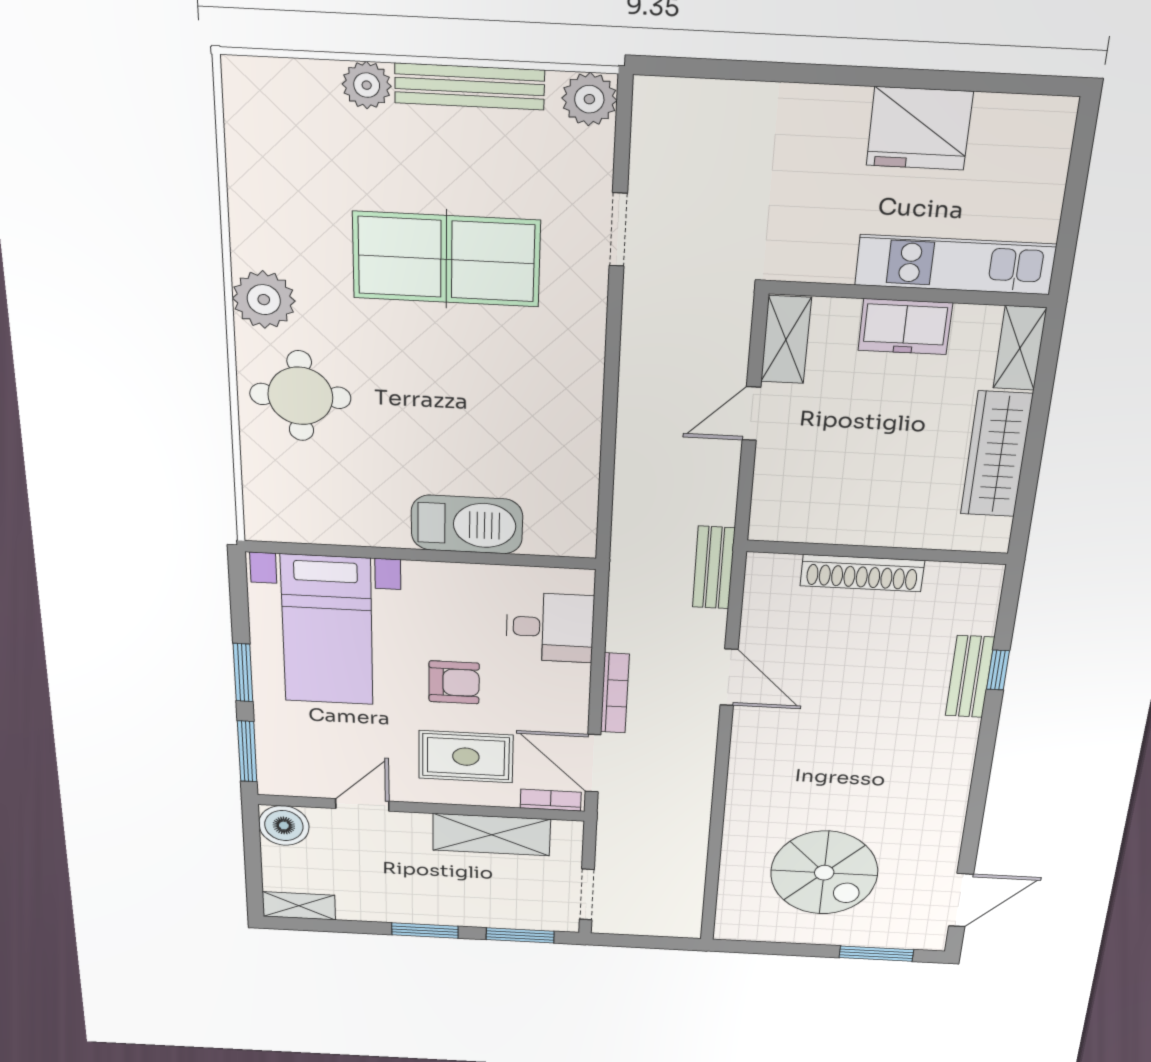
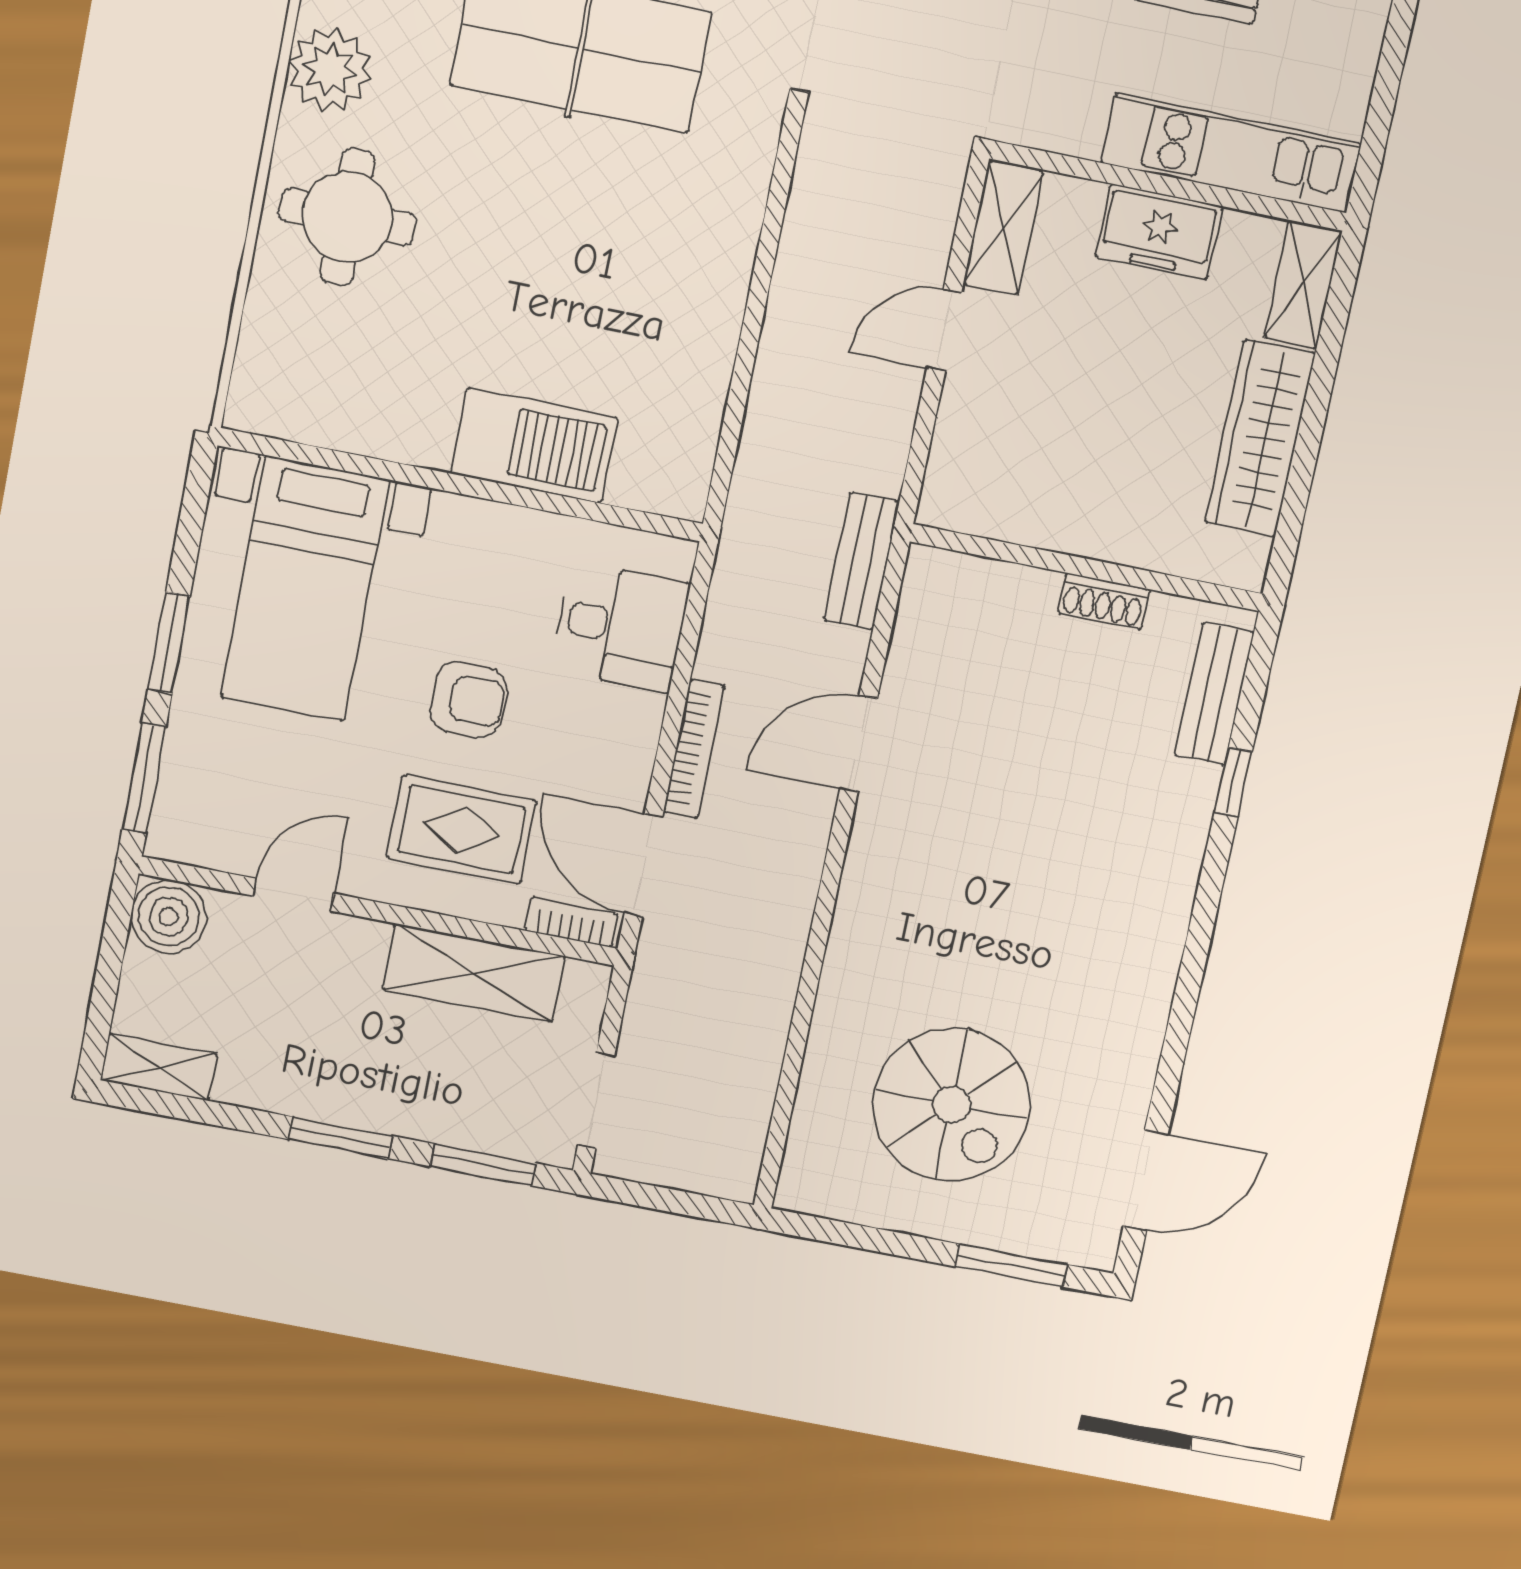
shoe rack: (862, 573) -> (1104, 601), width x0.51, depth x0.81
door: (729, 677) -> (859, 744), swing flipped
bench: (970, 677) -> (1214, 694), moved

